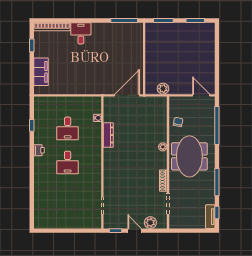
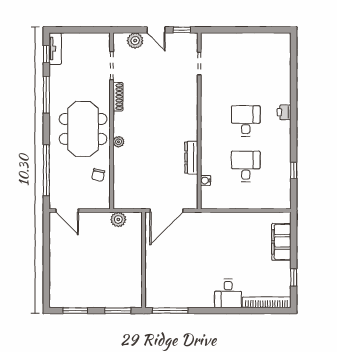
printer: (39, 150) -> (284, 112), moved

